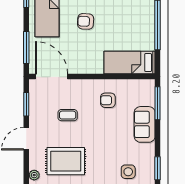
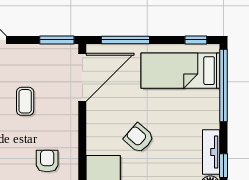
armchair: (86, 21) -> (139, 138), moved, turned -52
window: (26, 104) -> (57, 40), moved

